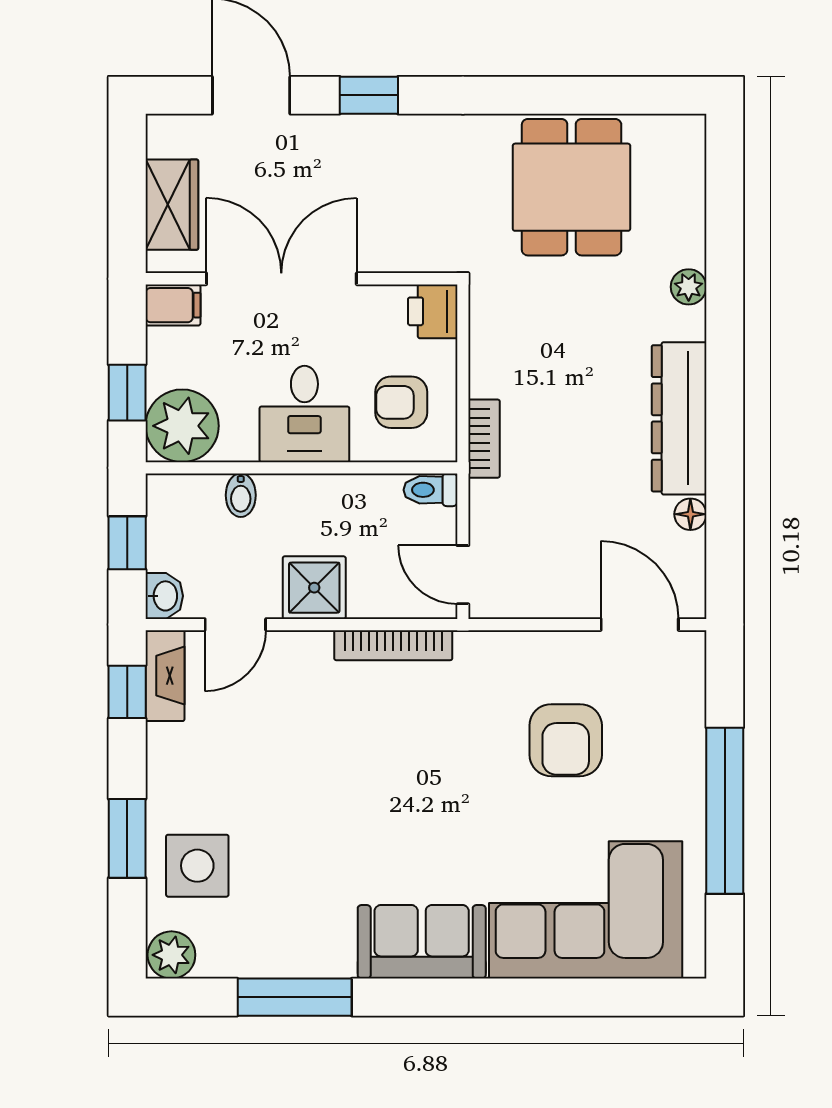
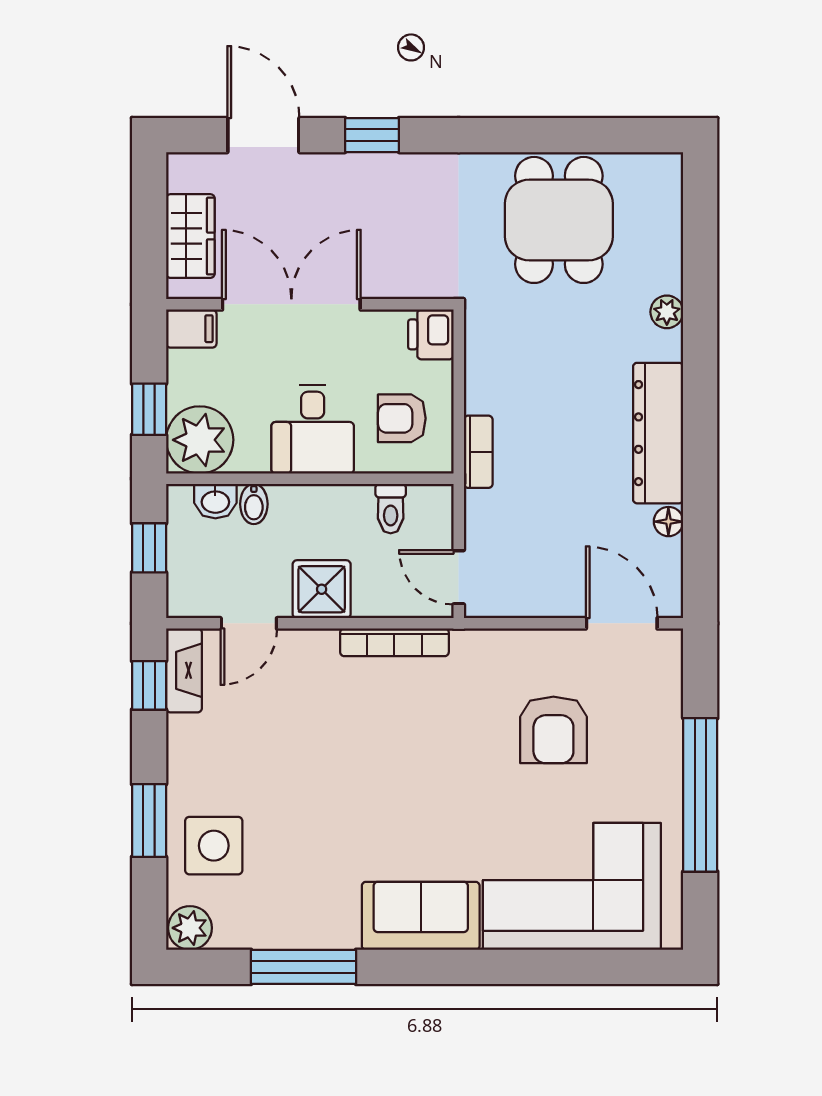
toilet: (430, 490) -> (391, 509), moved, turned -90
washbasin: (164, 596) -> (215, 501), moved, turned 90

